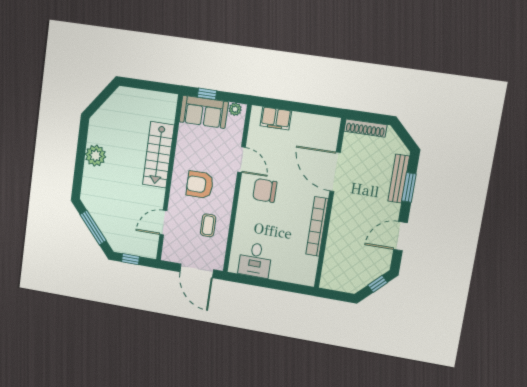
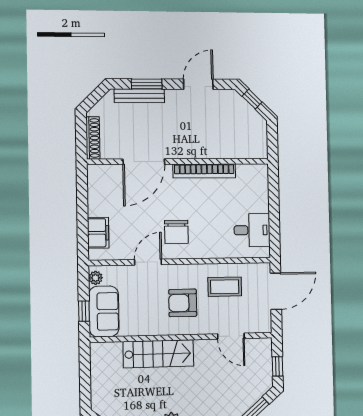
armchair: (200, 185) -> (183, 303), turned 90
coffee table: (208, 225) -> (225, 287), width x1.36, depth x1.30
door: (400, 236) -> (198, 84), swing flipped

